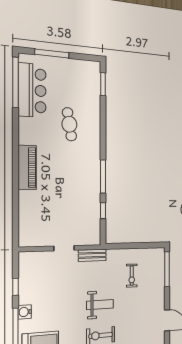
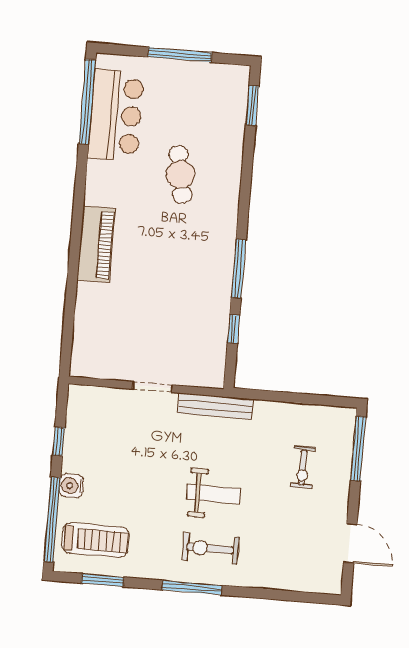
window: (52, 54) -> (180, 55), moved
bench: (92, 255) -> (215, 406), width x1.36
exercise bike: (132, 276) -> (303, 467), moved

